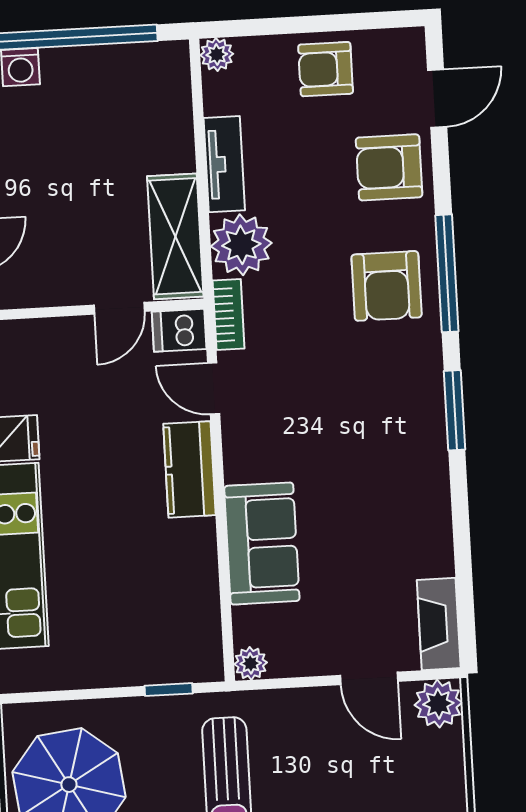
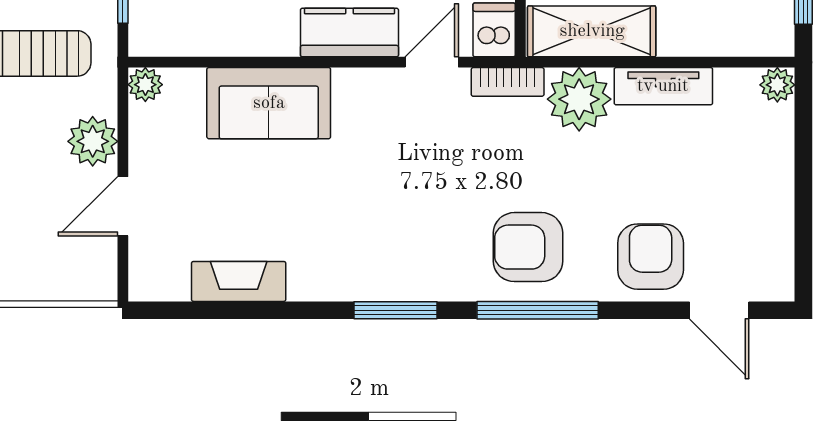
armchair: (326, 69) -> (756, 197), removed
fireplace: (439, 624) -> (239, 281), moved
plant: (438, 704) -> (93, 141), moved

